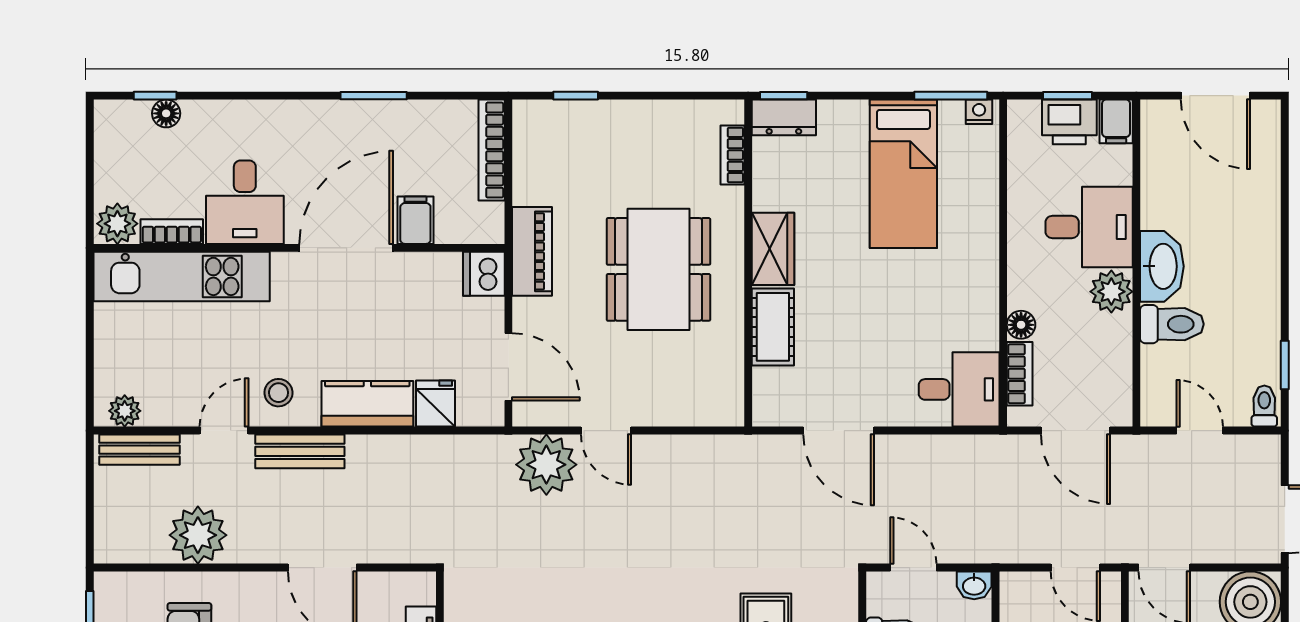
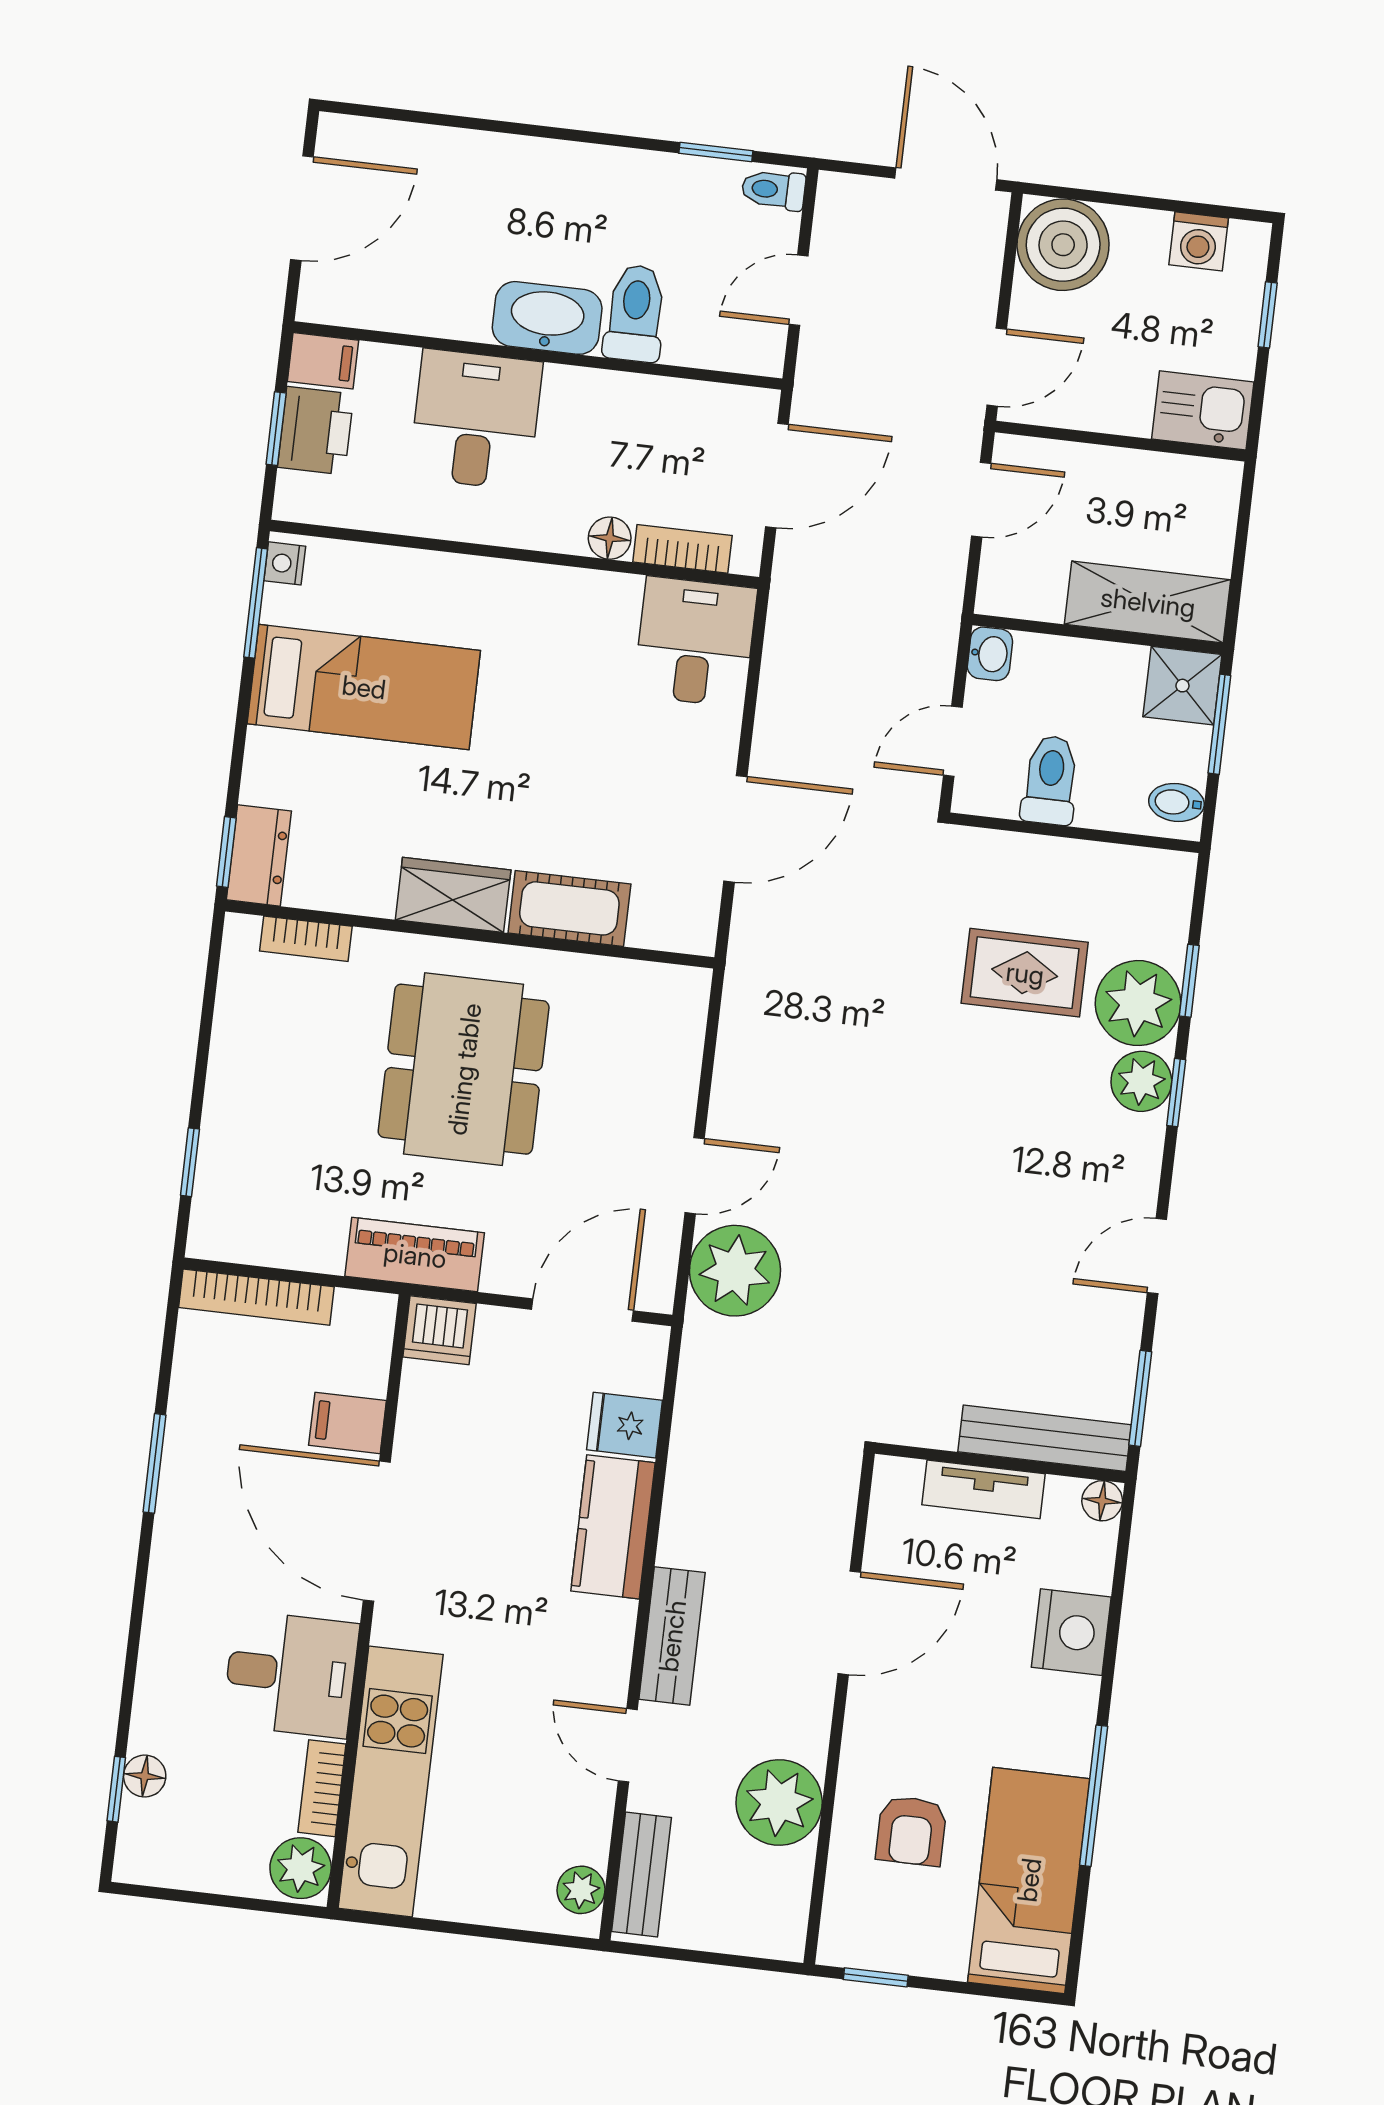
dining table: (658, 269) -> (464, 1069), turned 90
plant: (1111, 292) -> (576, 398), removed
stool: (278, 393) -> (581, 1657), removed

